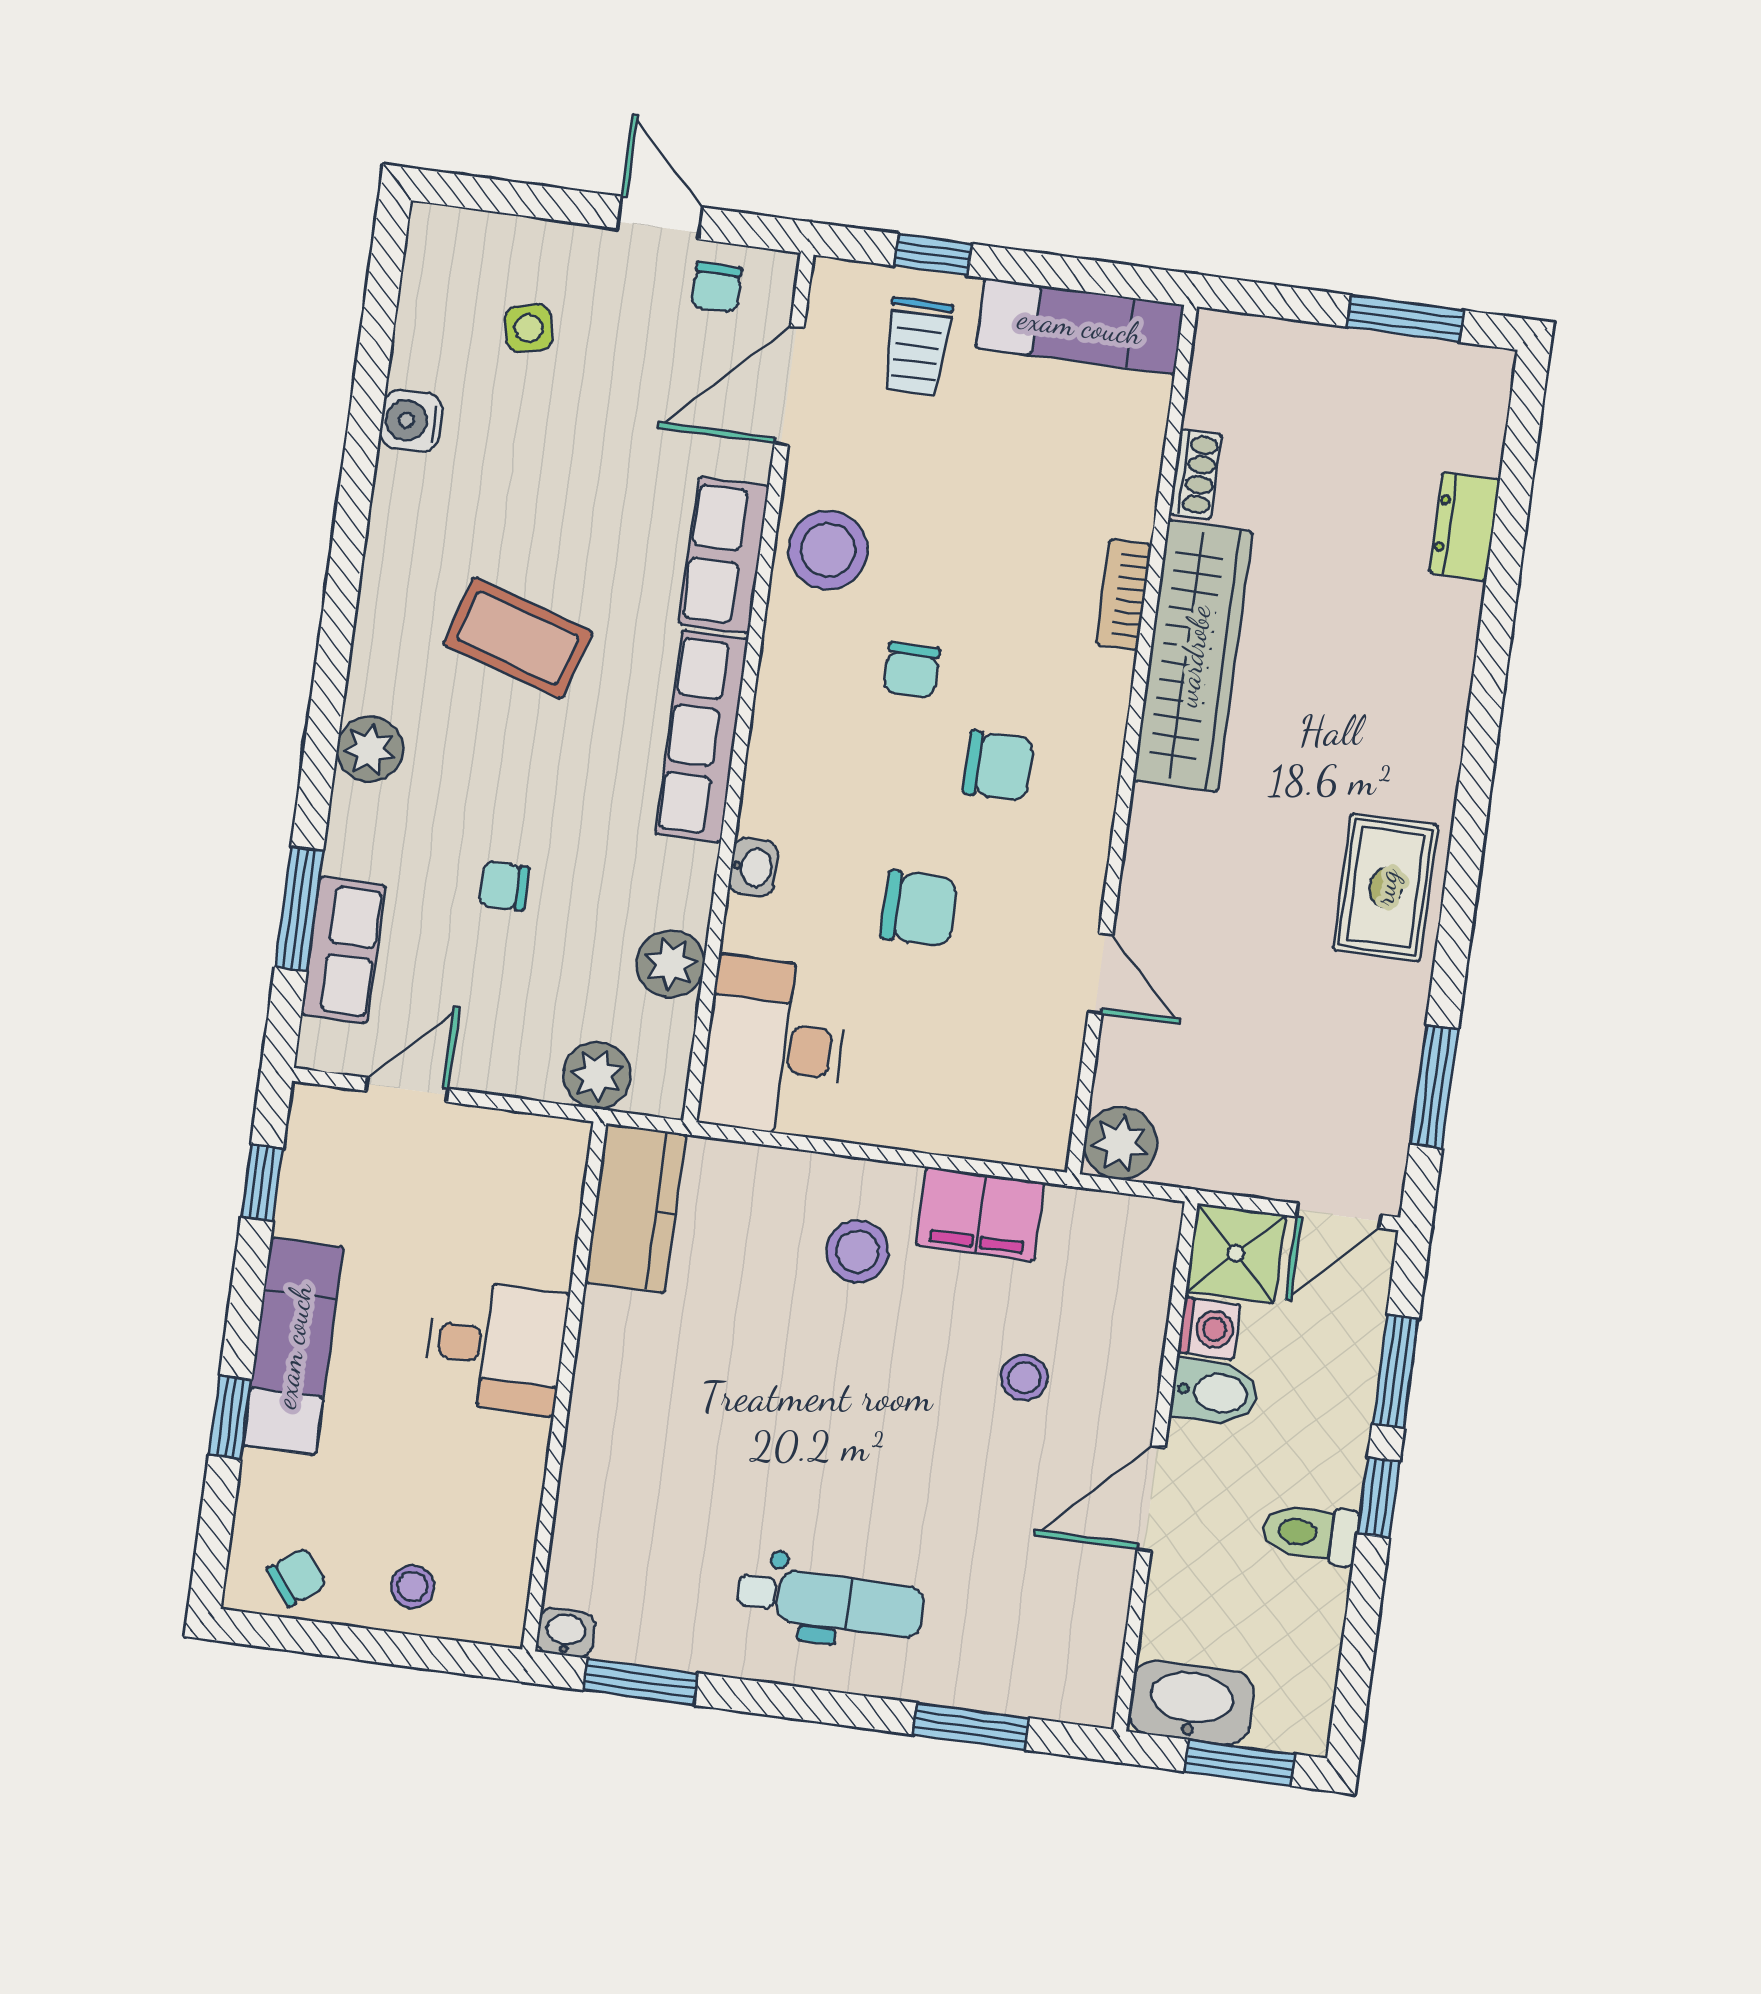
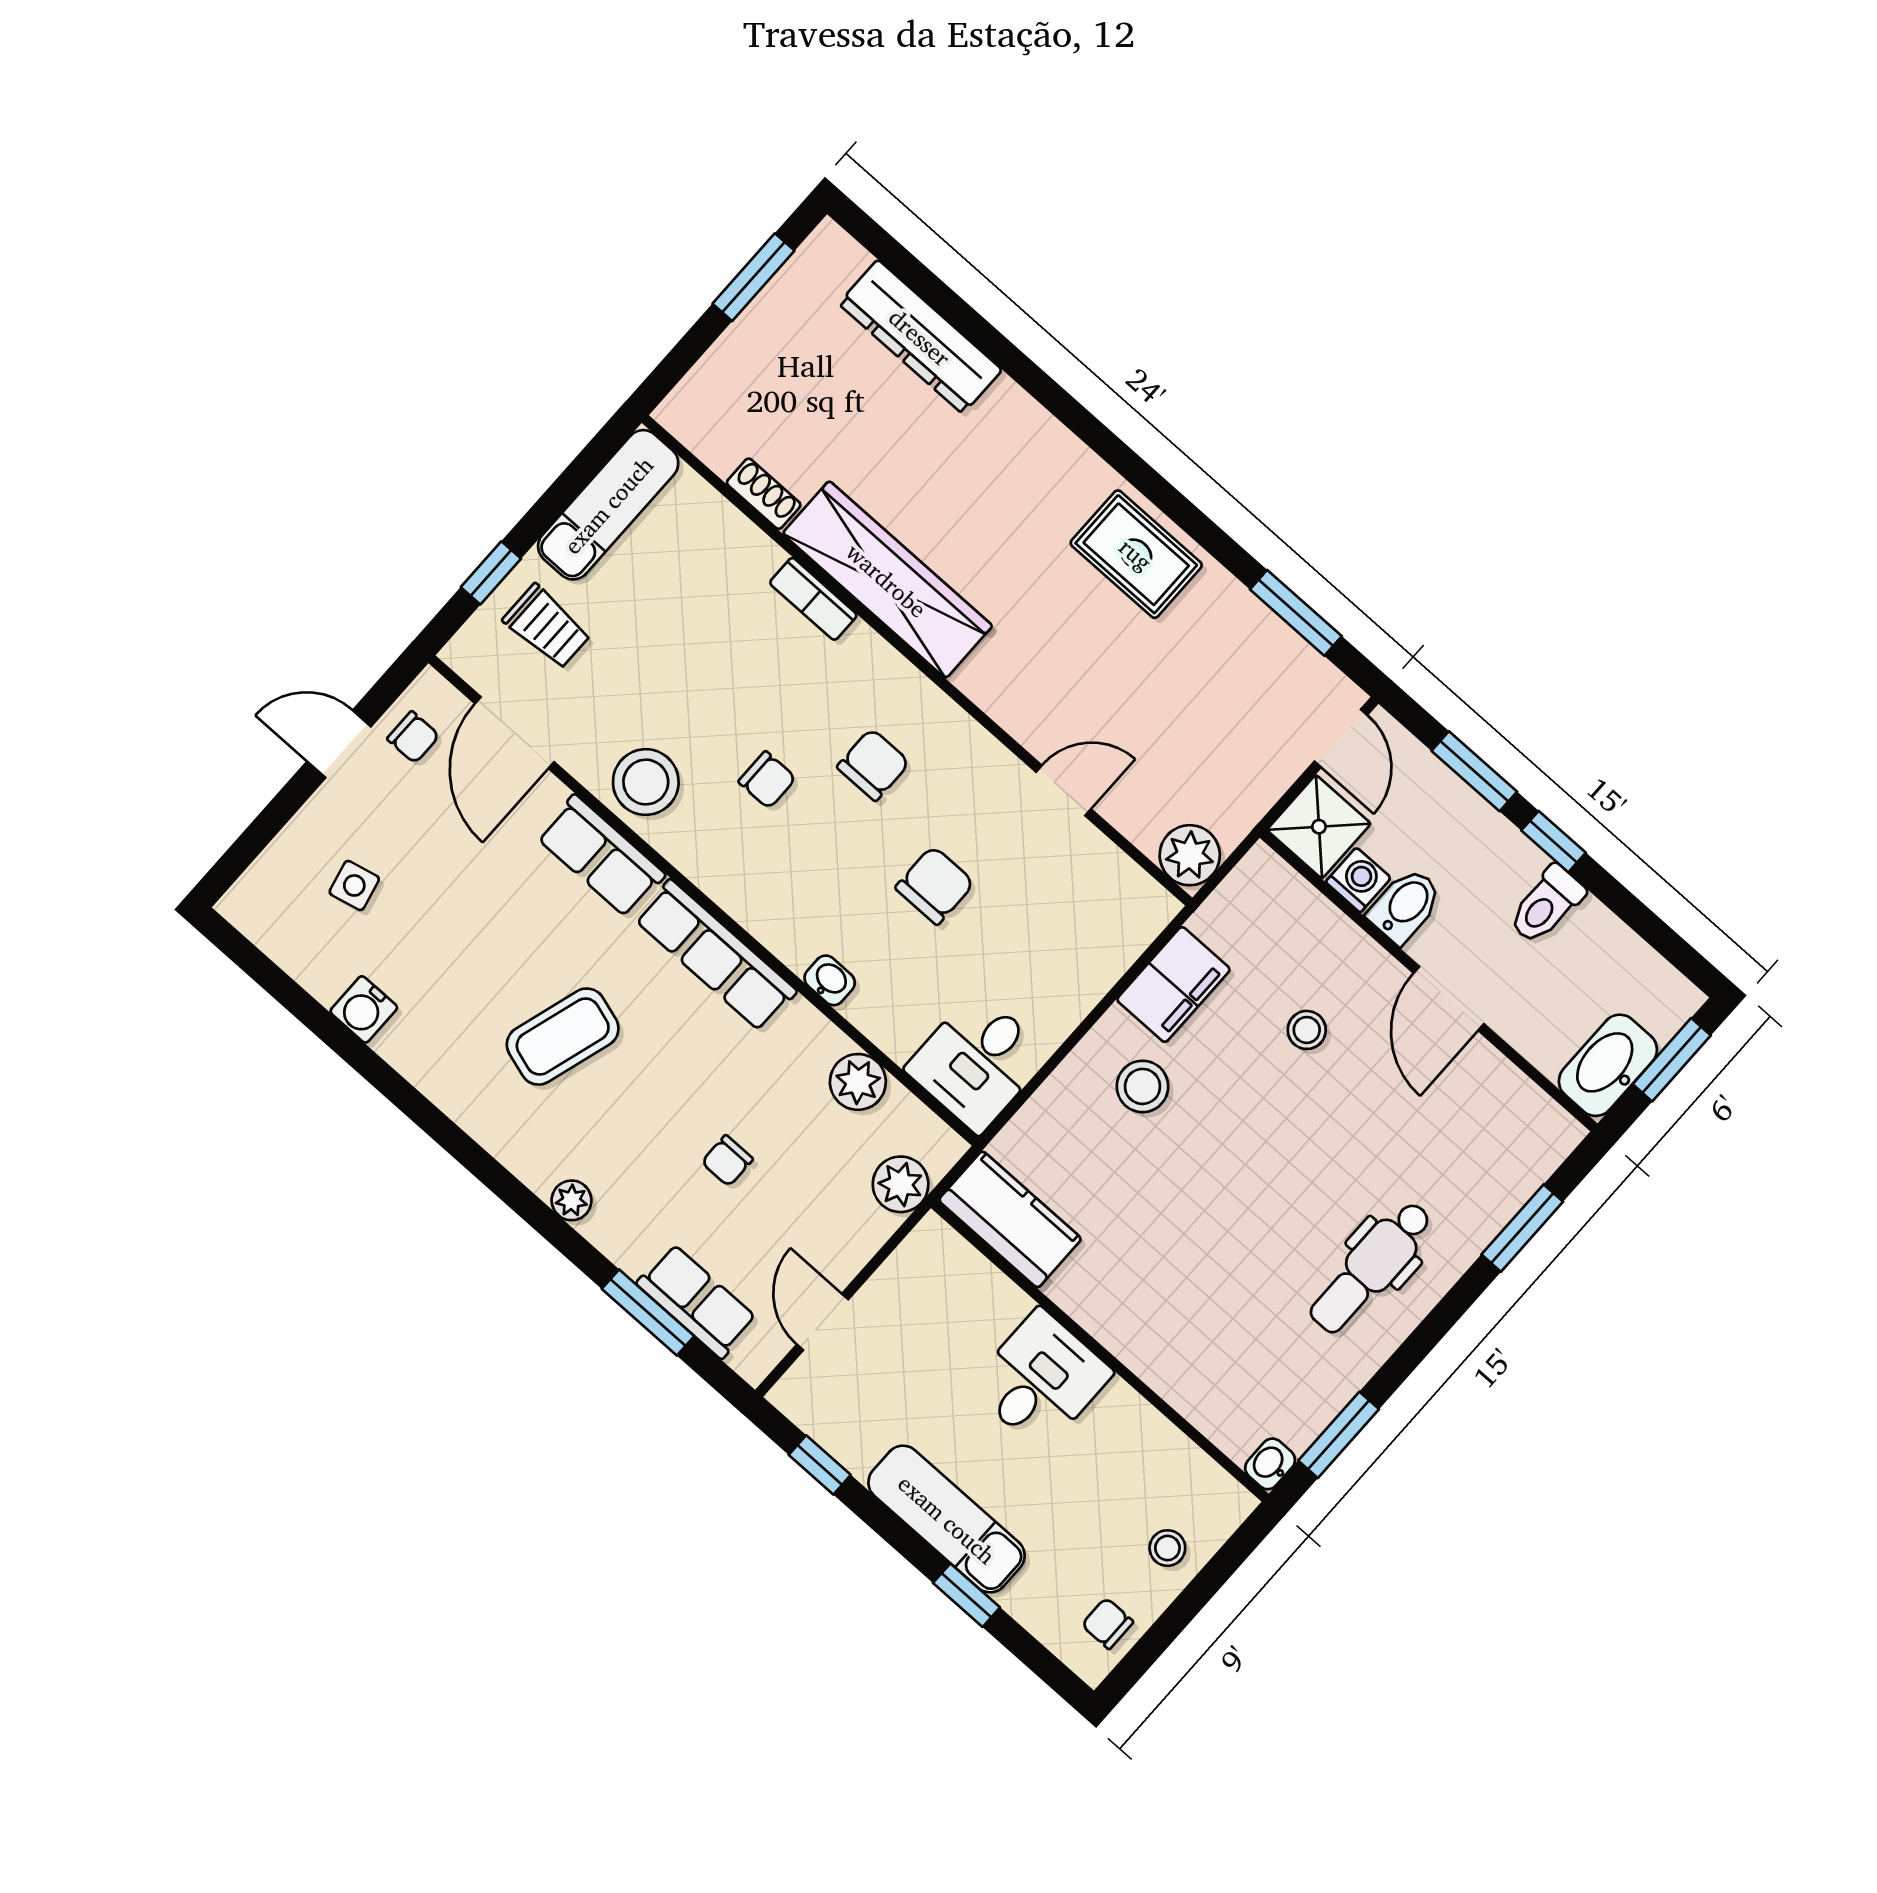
dresser: (1465, 526) -> (920, 337), width x1.96, depth x1.24
plant: (370, 749) -> (571, 1200), width x0.73, depth x0.73
desk: (774, 1047) -> (977, 1062), width x0.73
chair: (297, 1577) -> (1107, 1623), turned -52
dental chair: (830, 1601) -> (1371, 1267), turned 180

